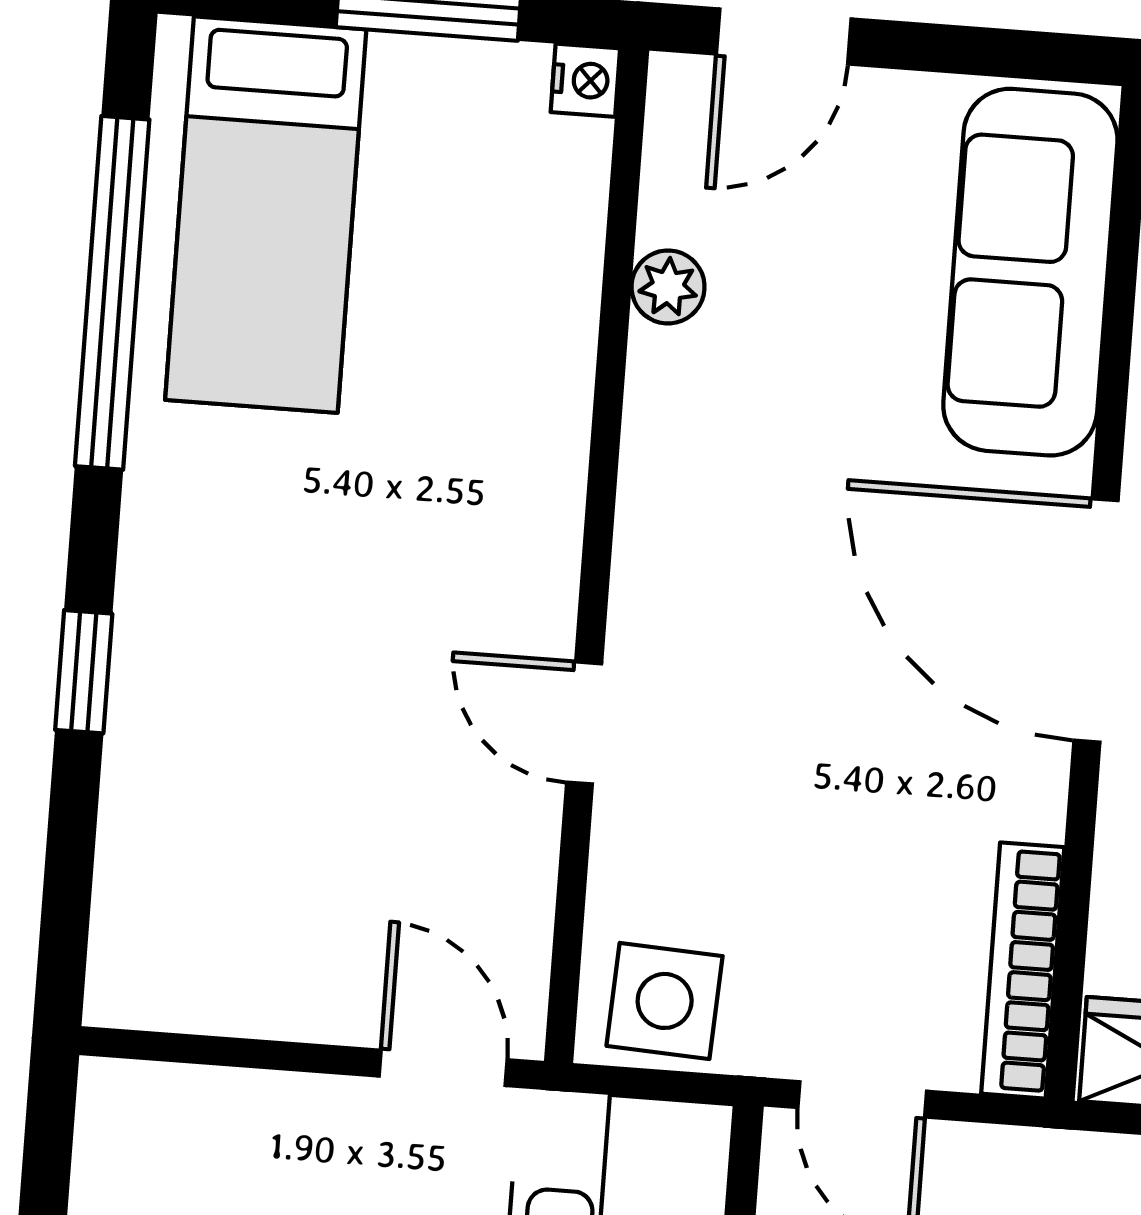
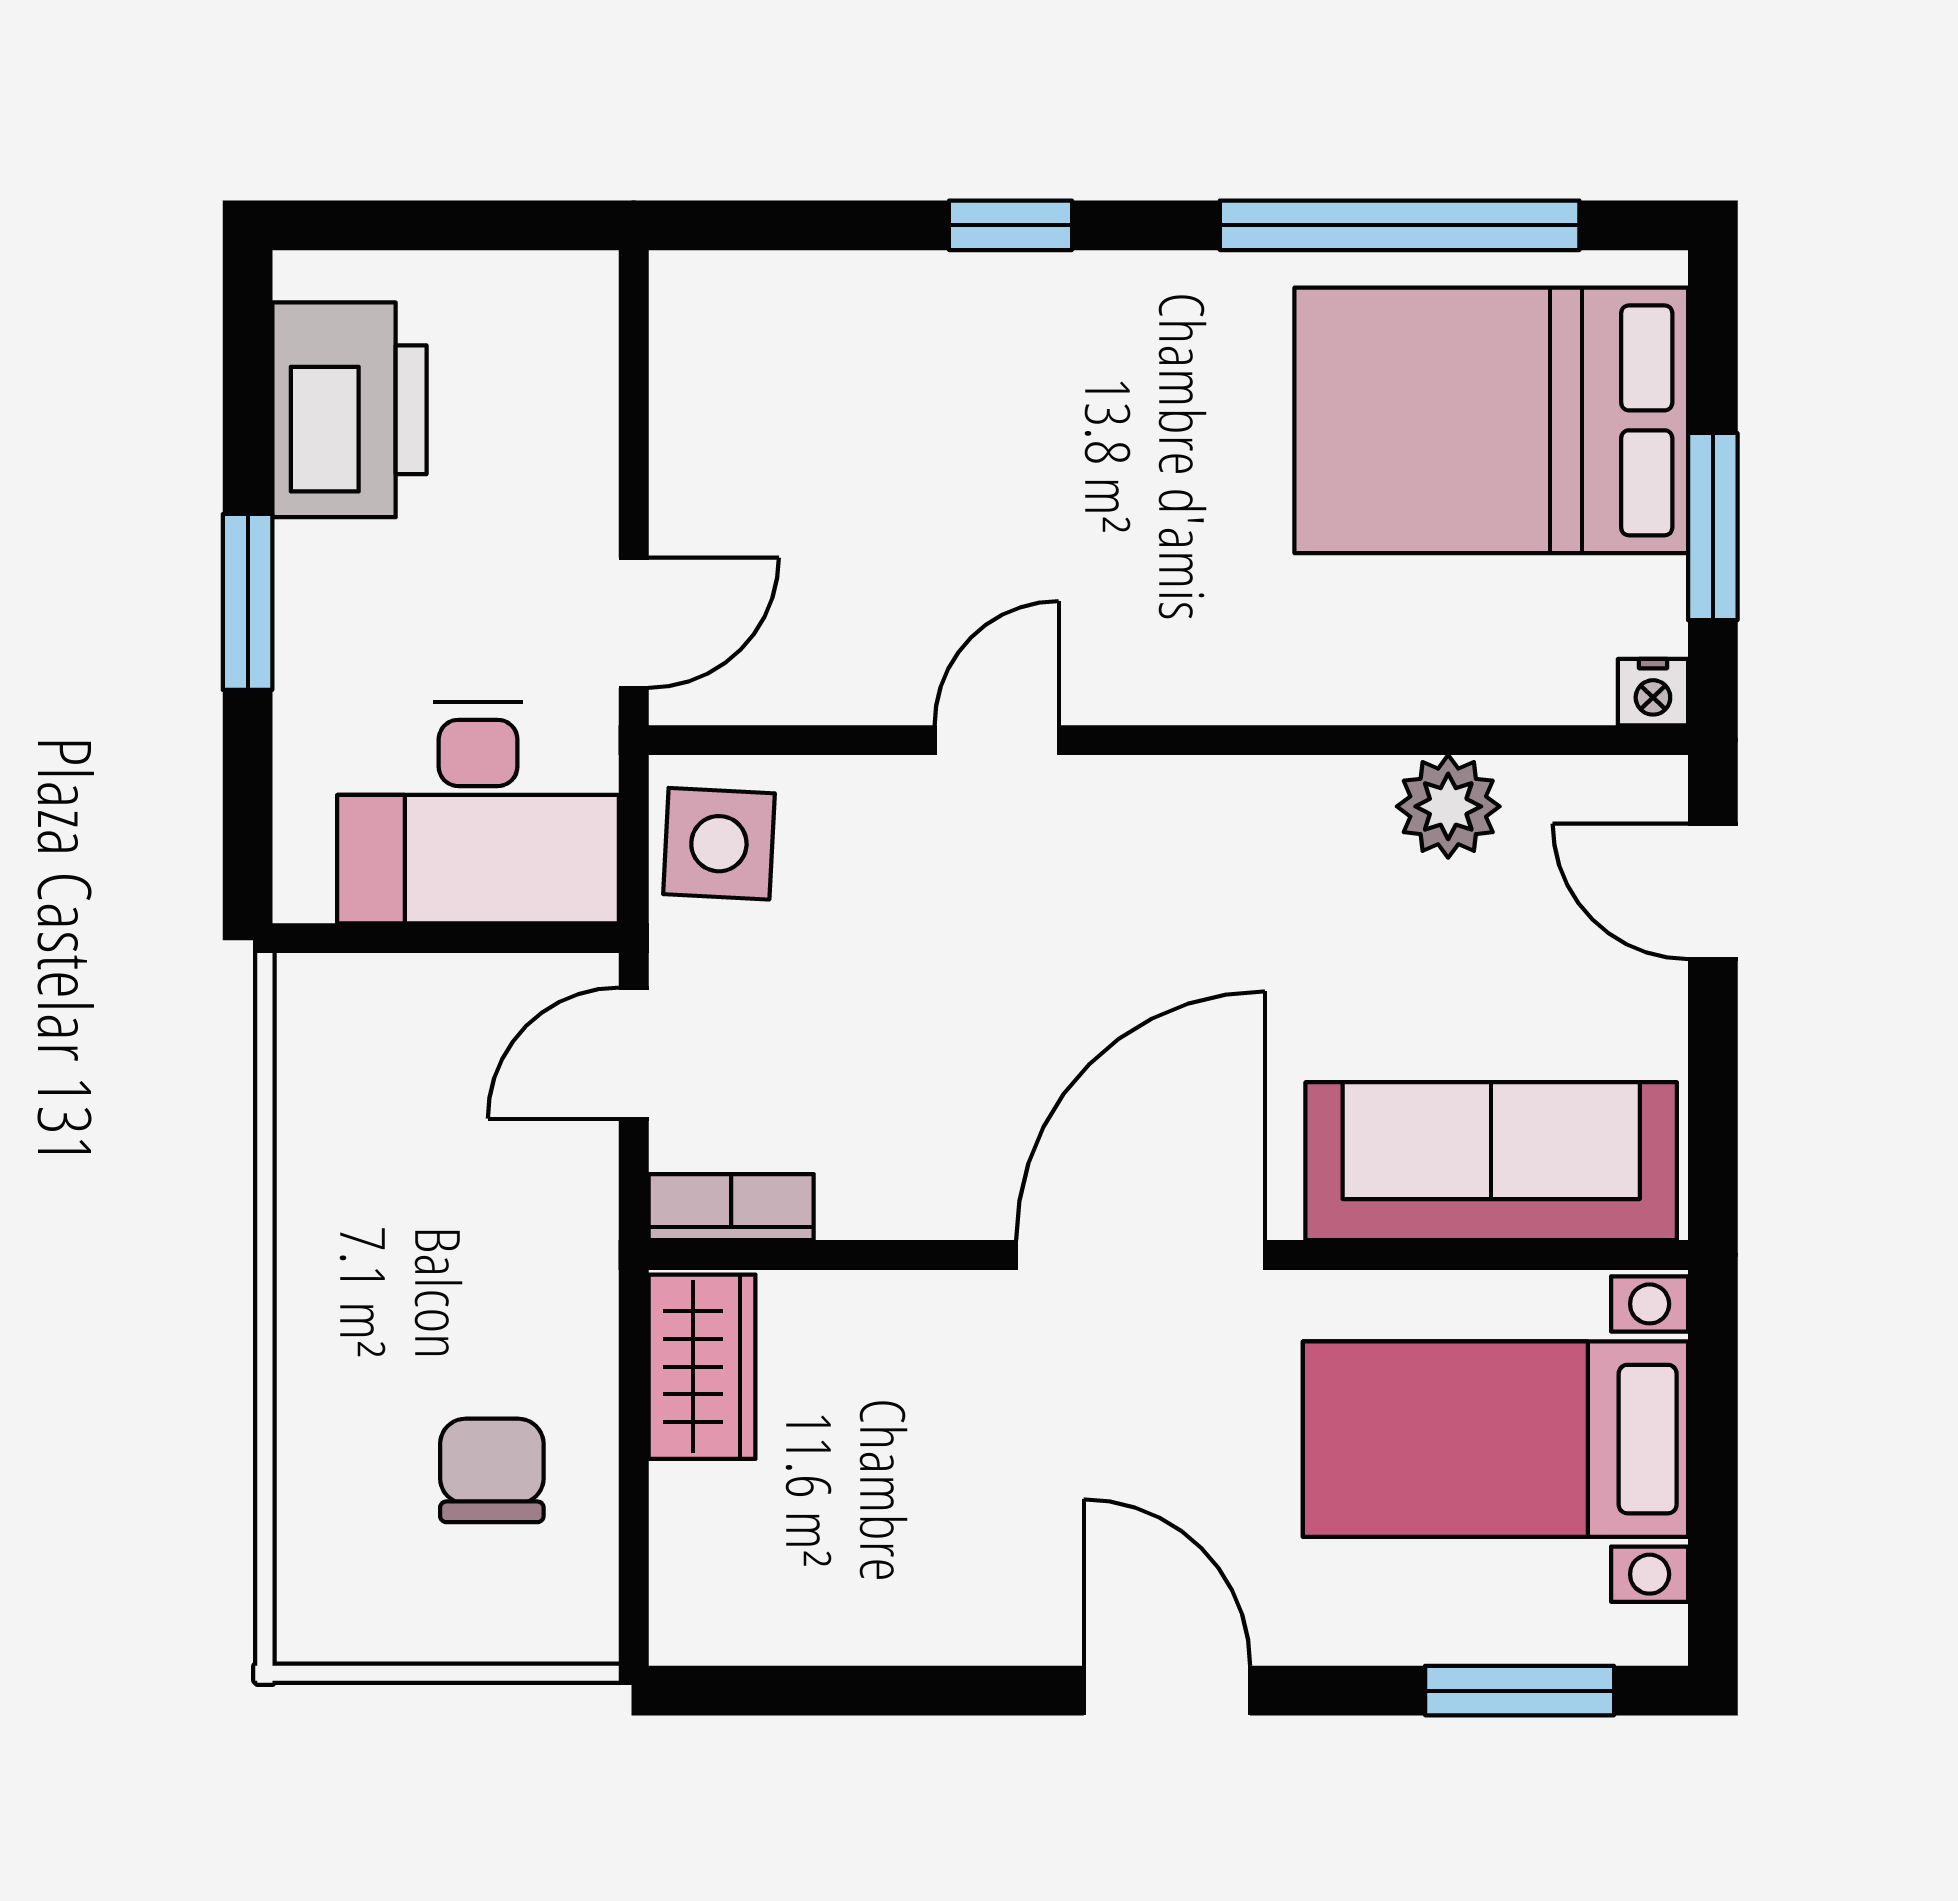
bed: (266, 215) -> (1491, 420), width x1.50
plant: (668, 287) -> (1448, 806), width x1.38, depth x1.38
bookcase: (1023, 970) -> (731, 1207), width x0.64

